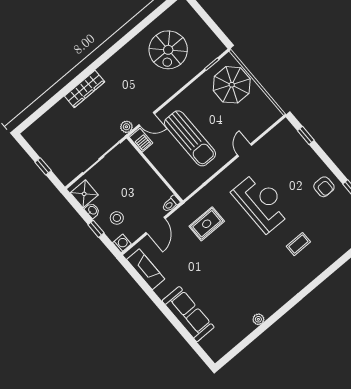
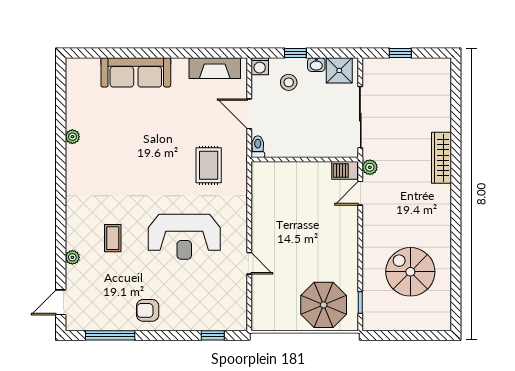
sun lounger: (190, 138) -> (306, 220), removed
plant: (330, 258) -> (72, 257), added

